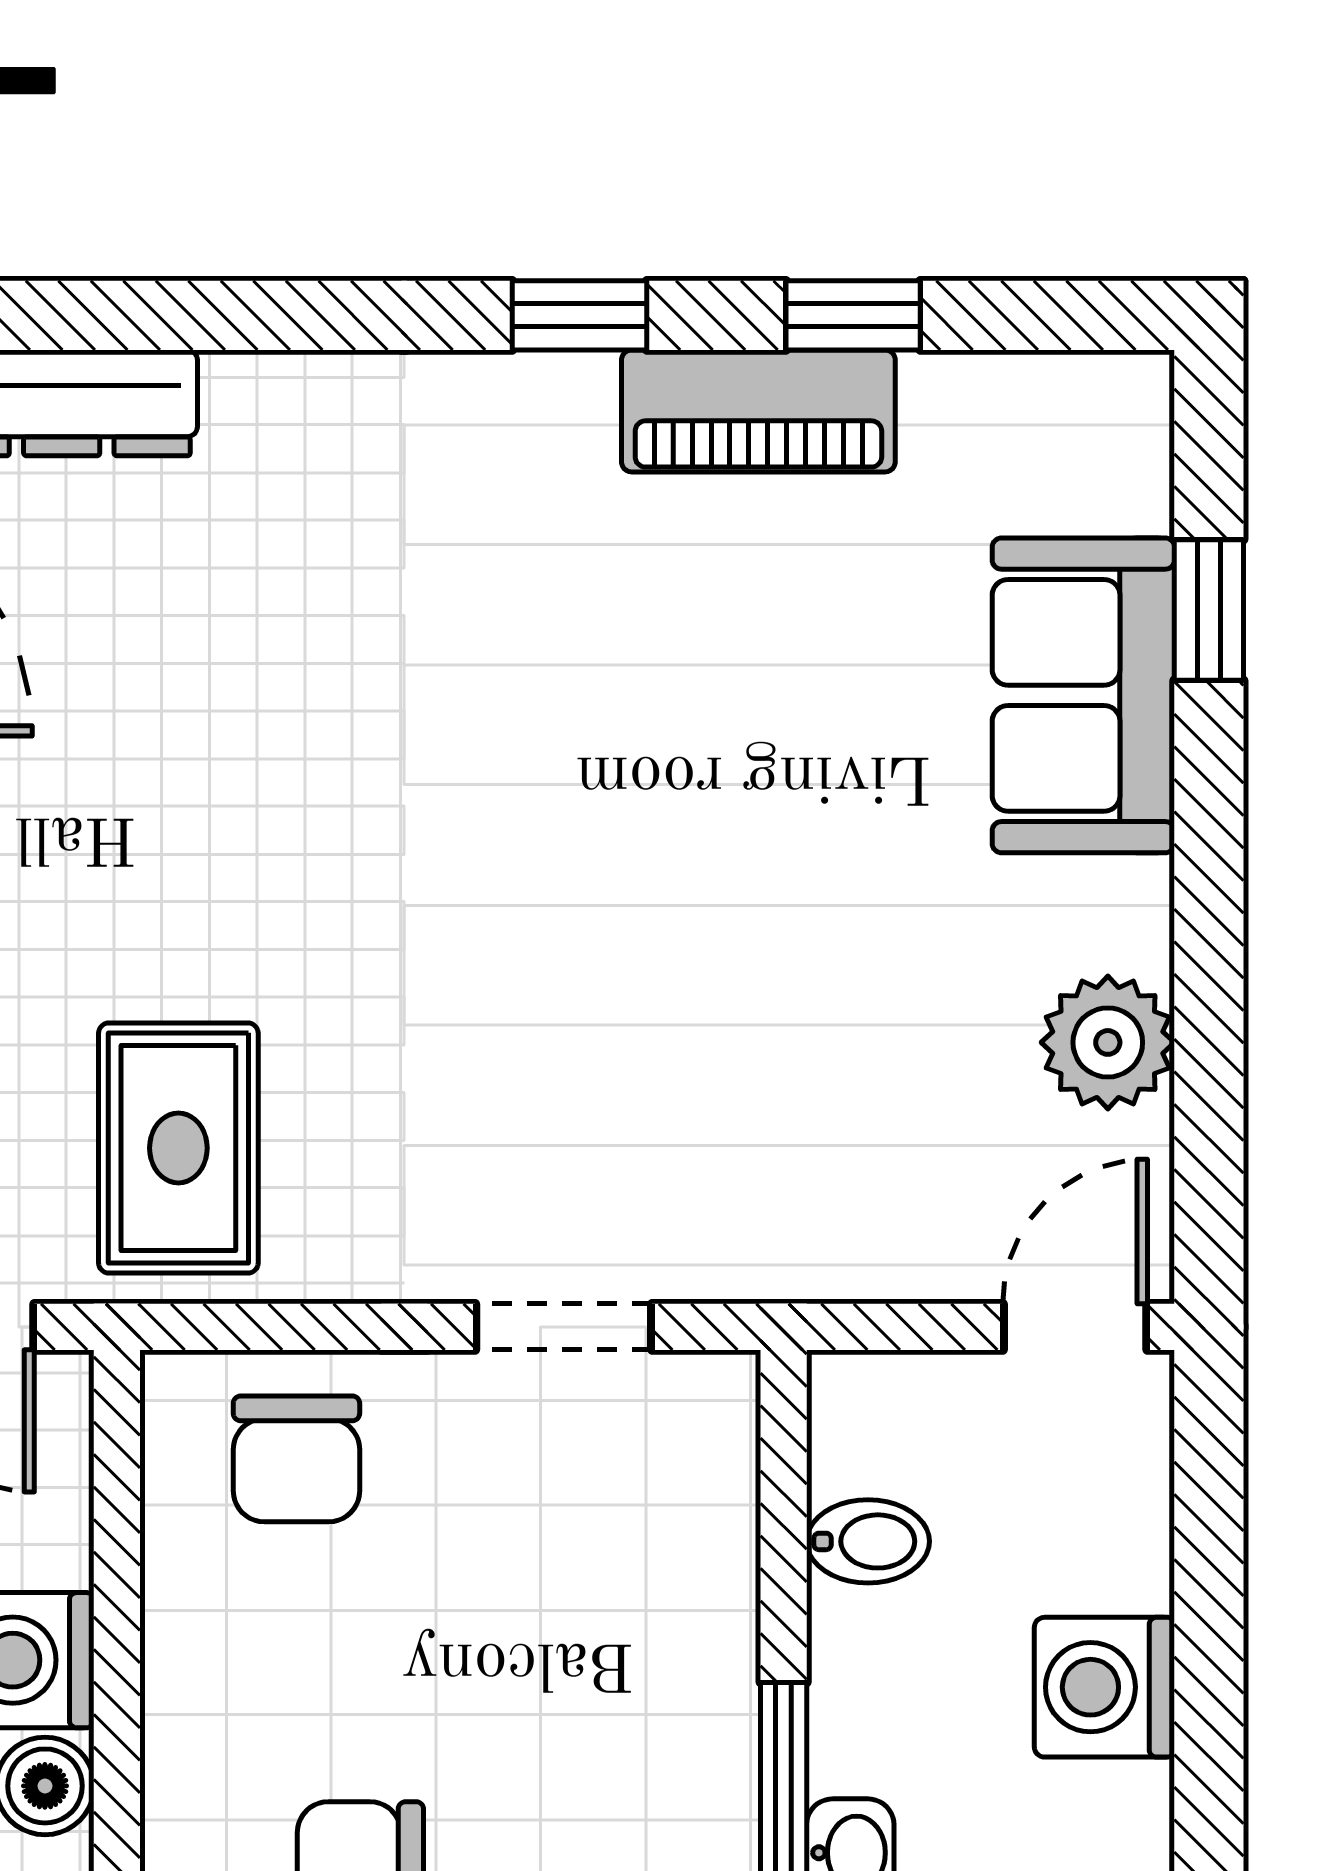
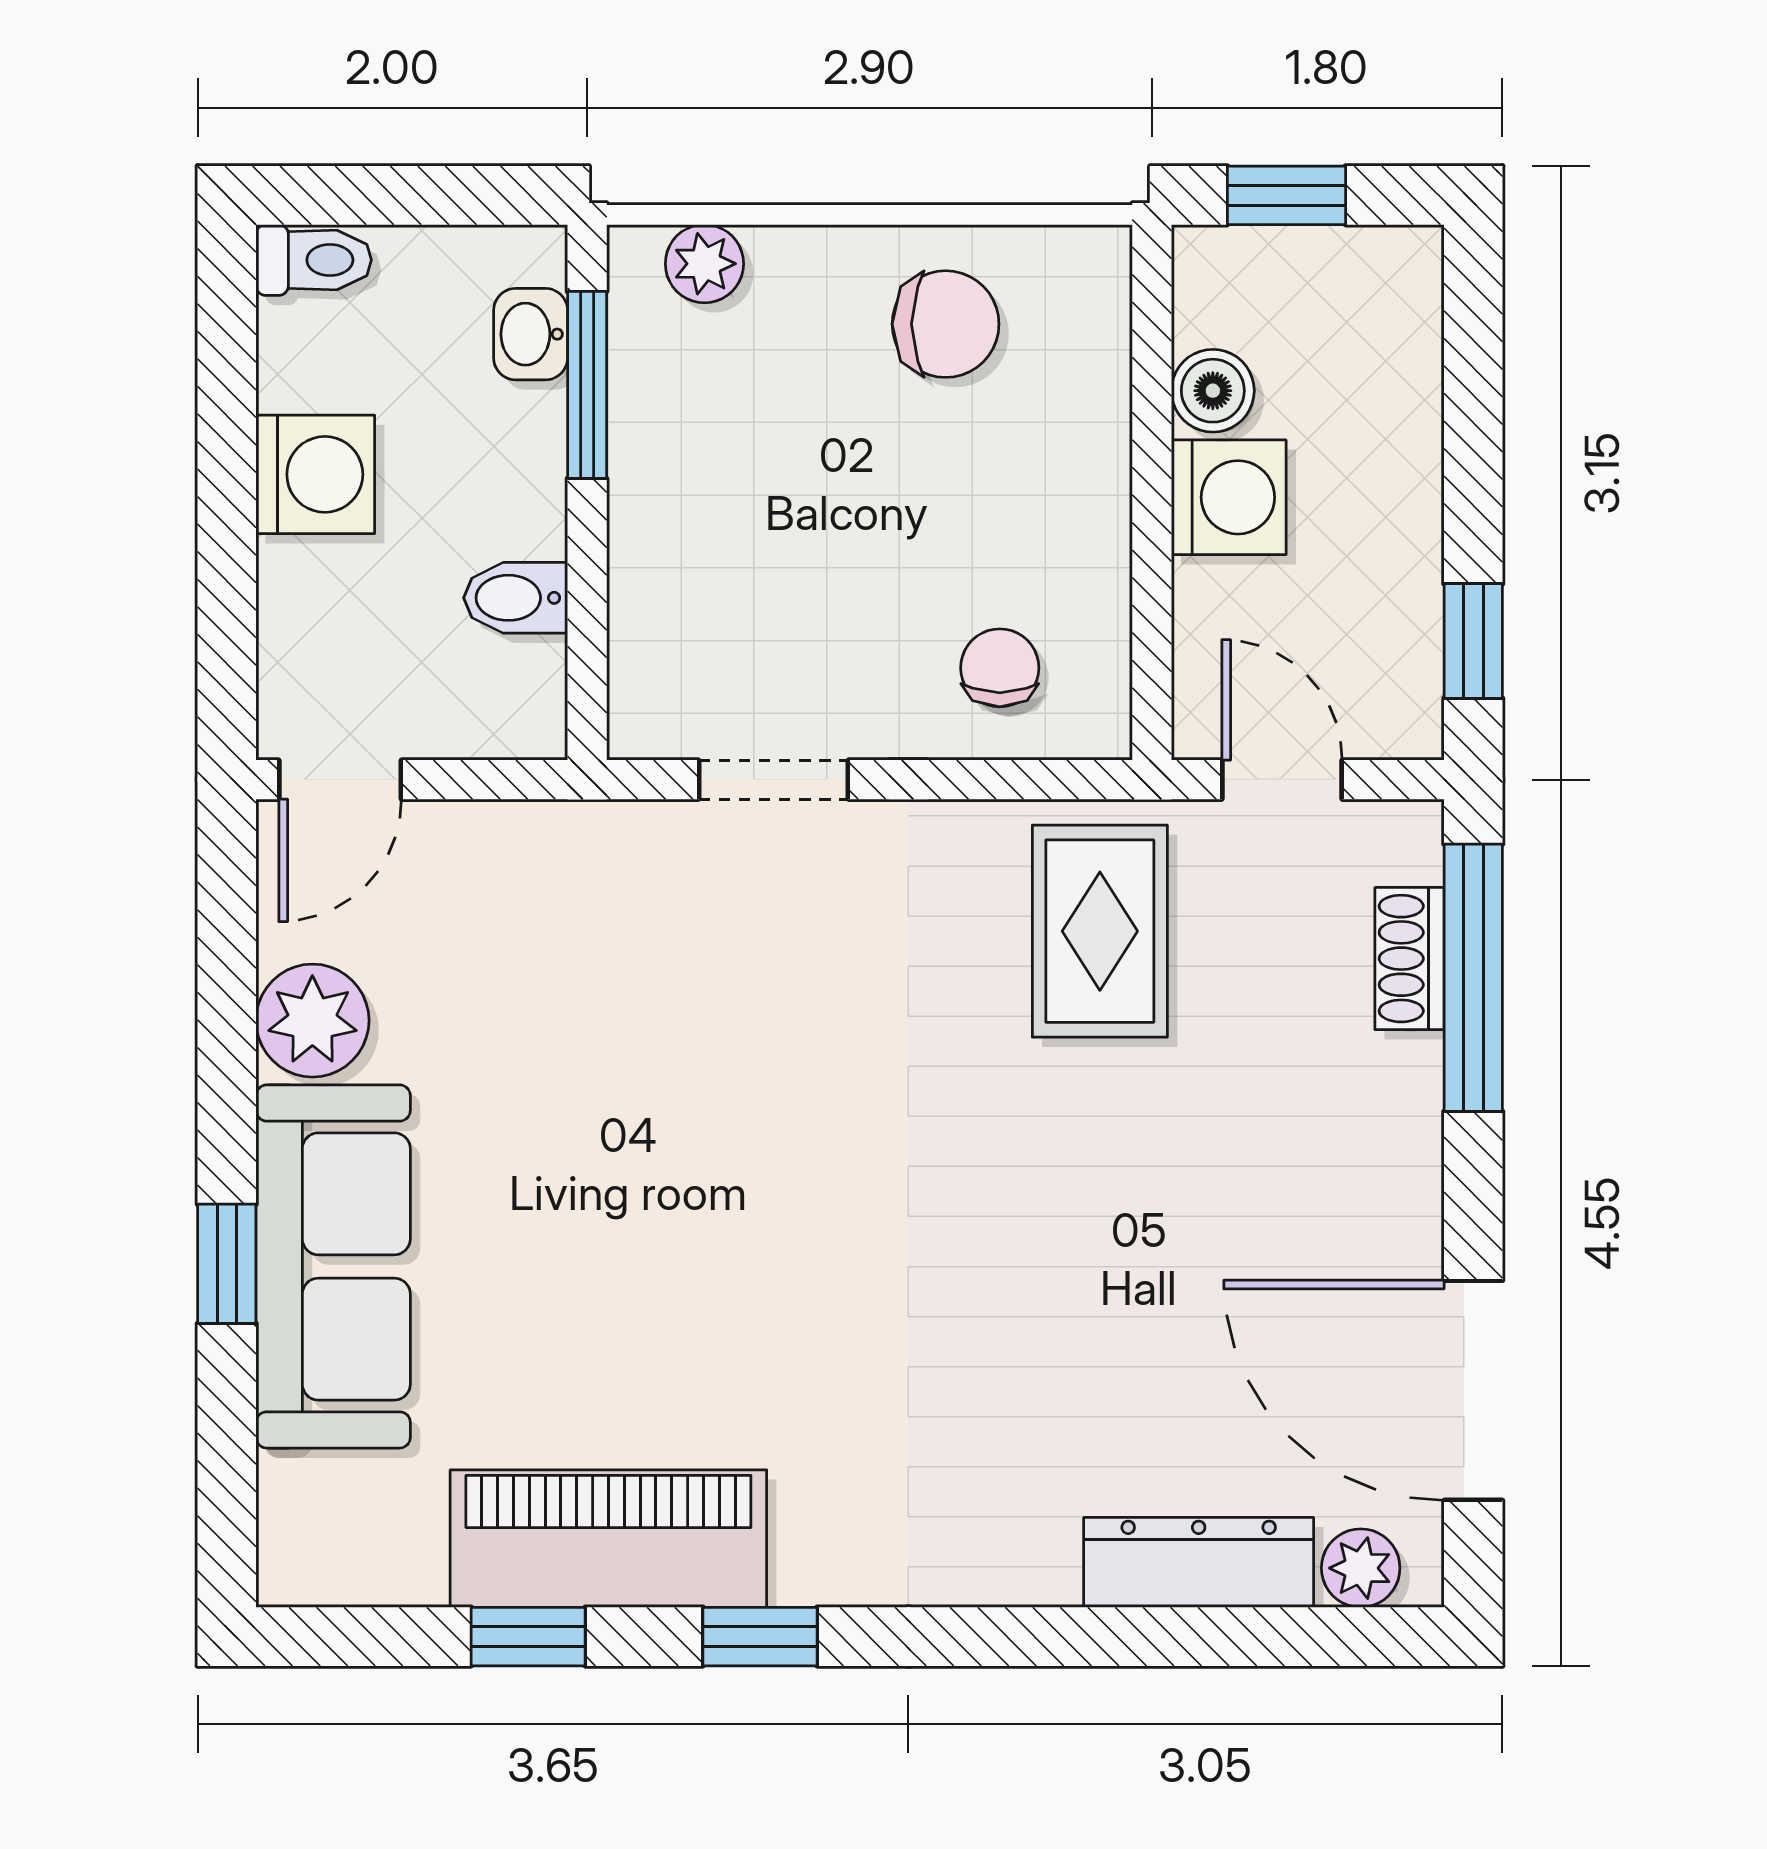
piano: (758, 411) -> (608, 1539), width x1.37, depth x1.33
window: (1209, 610) -> (227, 1264), moved
sofa: (1083, 695) -> (333, 1266), width x1.36
chair: (296, 1459) -> (1000, 668), width x0.73, depth x0.73

